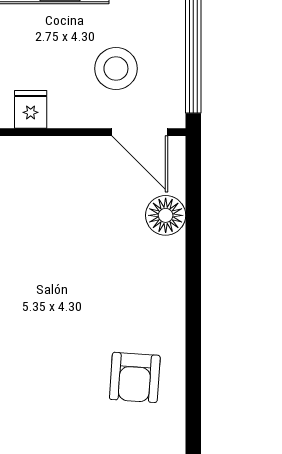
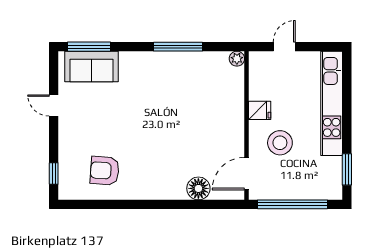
stool: (116, 69) -> (280, 143), moved

